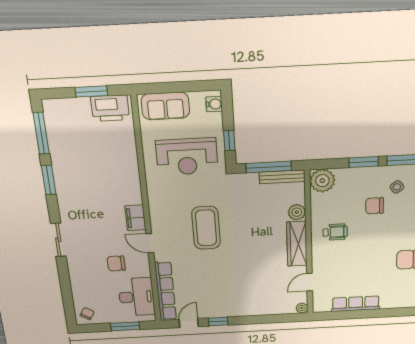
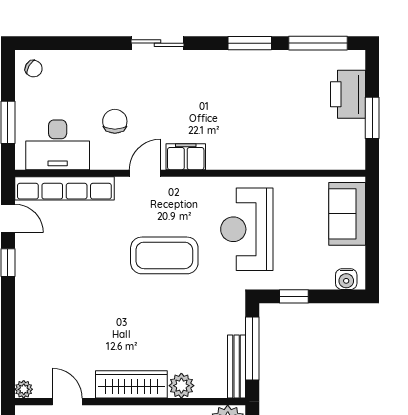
printer: (110, 108) -> (348, 94), moved
reception desk: (187, 157) -> (247, 229), moved

